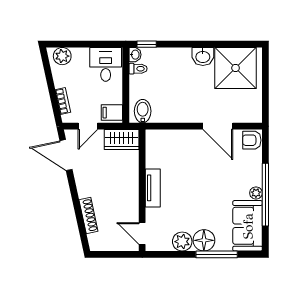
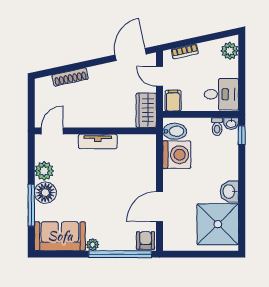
washing machine: (166, 109) -> (177, 155), added
window: (265, 195) -> (120, 254), moved

